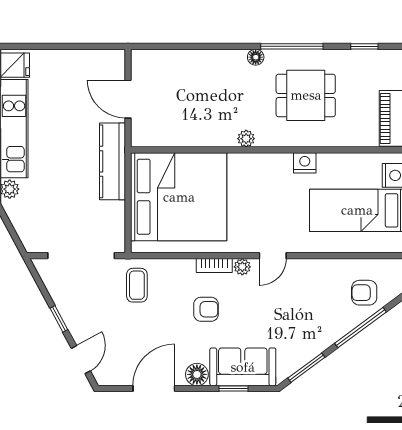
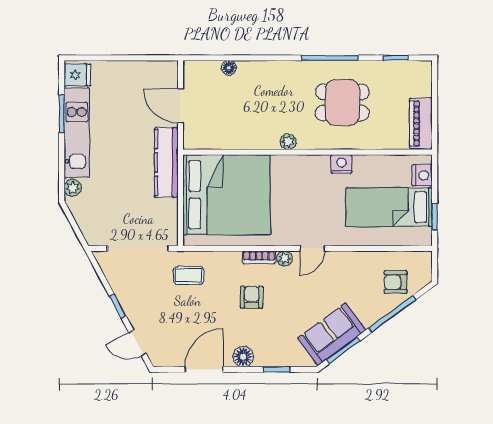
floor lamp: (256, 57) -> (229, 68), moved
coffee table: (137, 285) -> (189, 275), turned 90
armchair: (206, 309) -> (252, 297), turned -90
door: (81, 360) -> (138, 343), swing flipped
sofa: (243, 367) -> (332, 334), moved, turned -37

